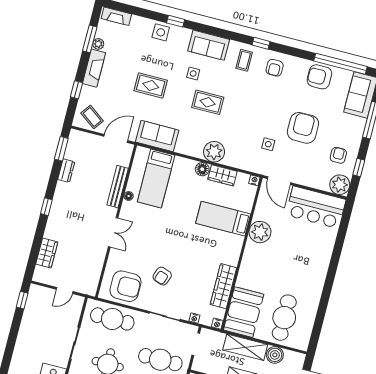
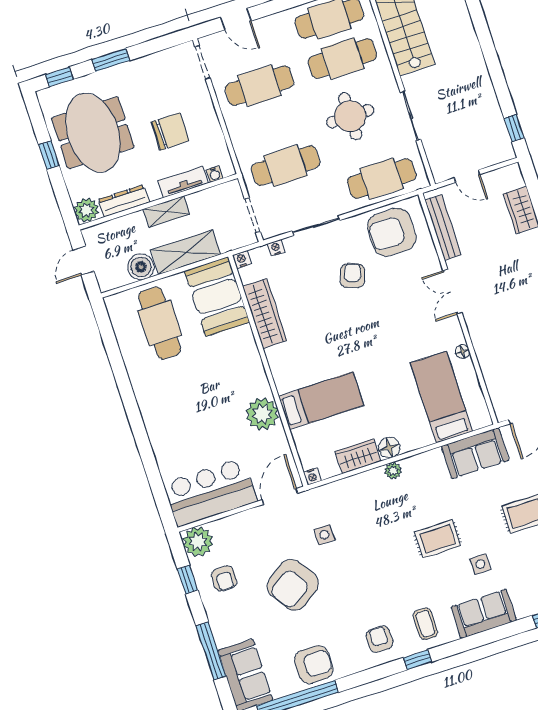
armchair: (303, 128) -> (293, 585), turned 56
plant: (214, 152) -> (393, 471), width x0.53, depth x0.53
door: (279, 181) -> (280, 496), hinge flipped
bench: (118, 187) -> (443, 227), moved
door: (65, 290) -> (467, 176), swing flipped

